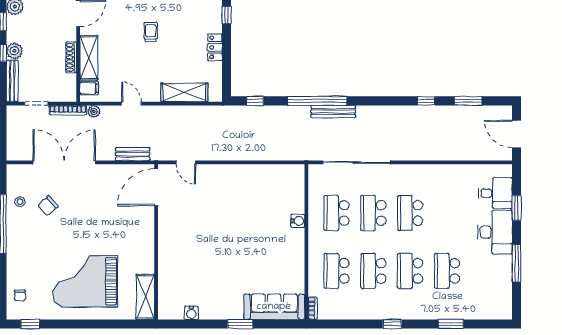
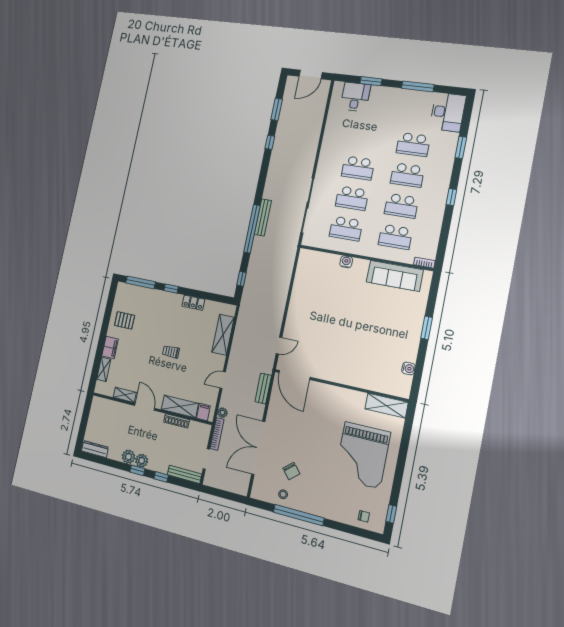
plant: (14, 51) -> (142, 461), moved
desk: (495, 232) -> (448, 112), moved, turned 90
sofa: (274, 307) -> (395, 276), moved, turned -90

